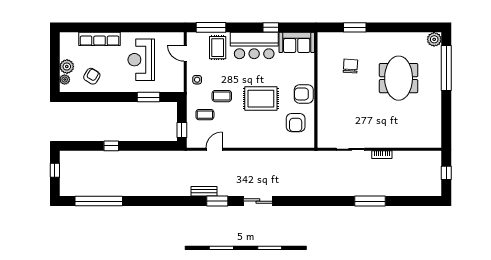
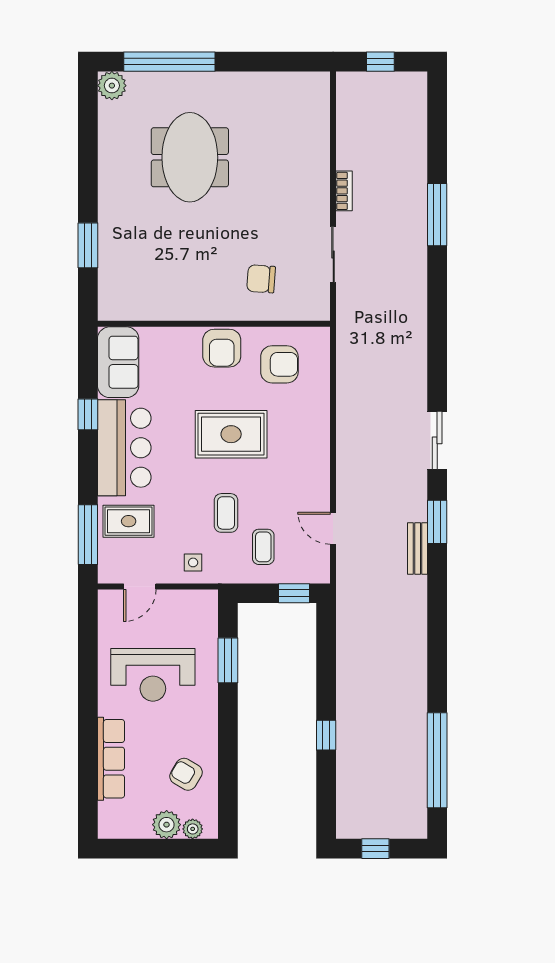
chair: (350, 66) -> (261, 279), moved
meeting table: (399, 78) -> (190, 157), turned 90
rug: (261, 99) -> (231, 434), turned 90

